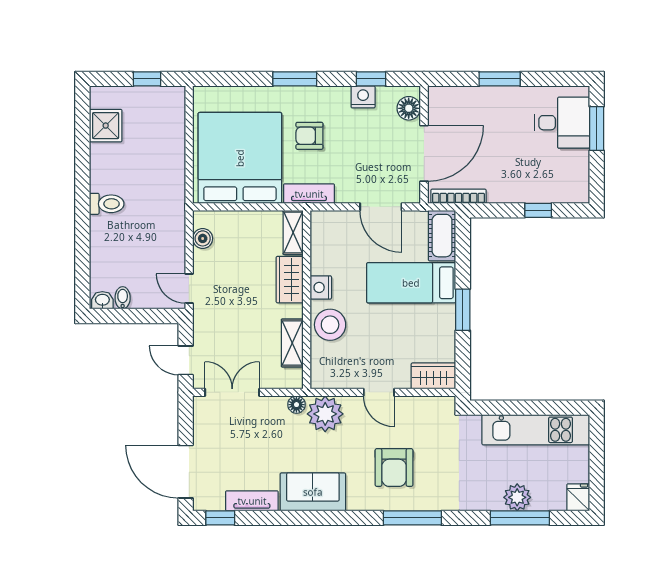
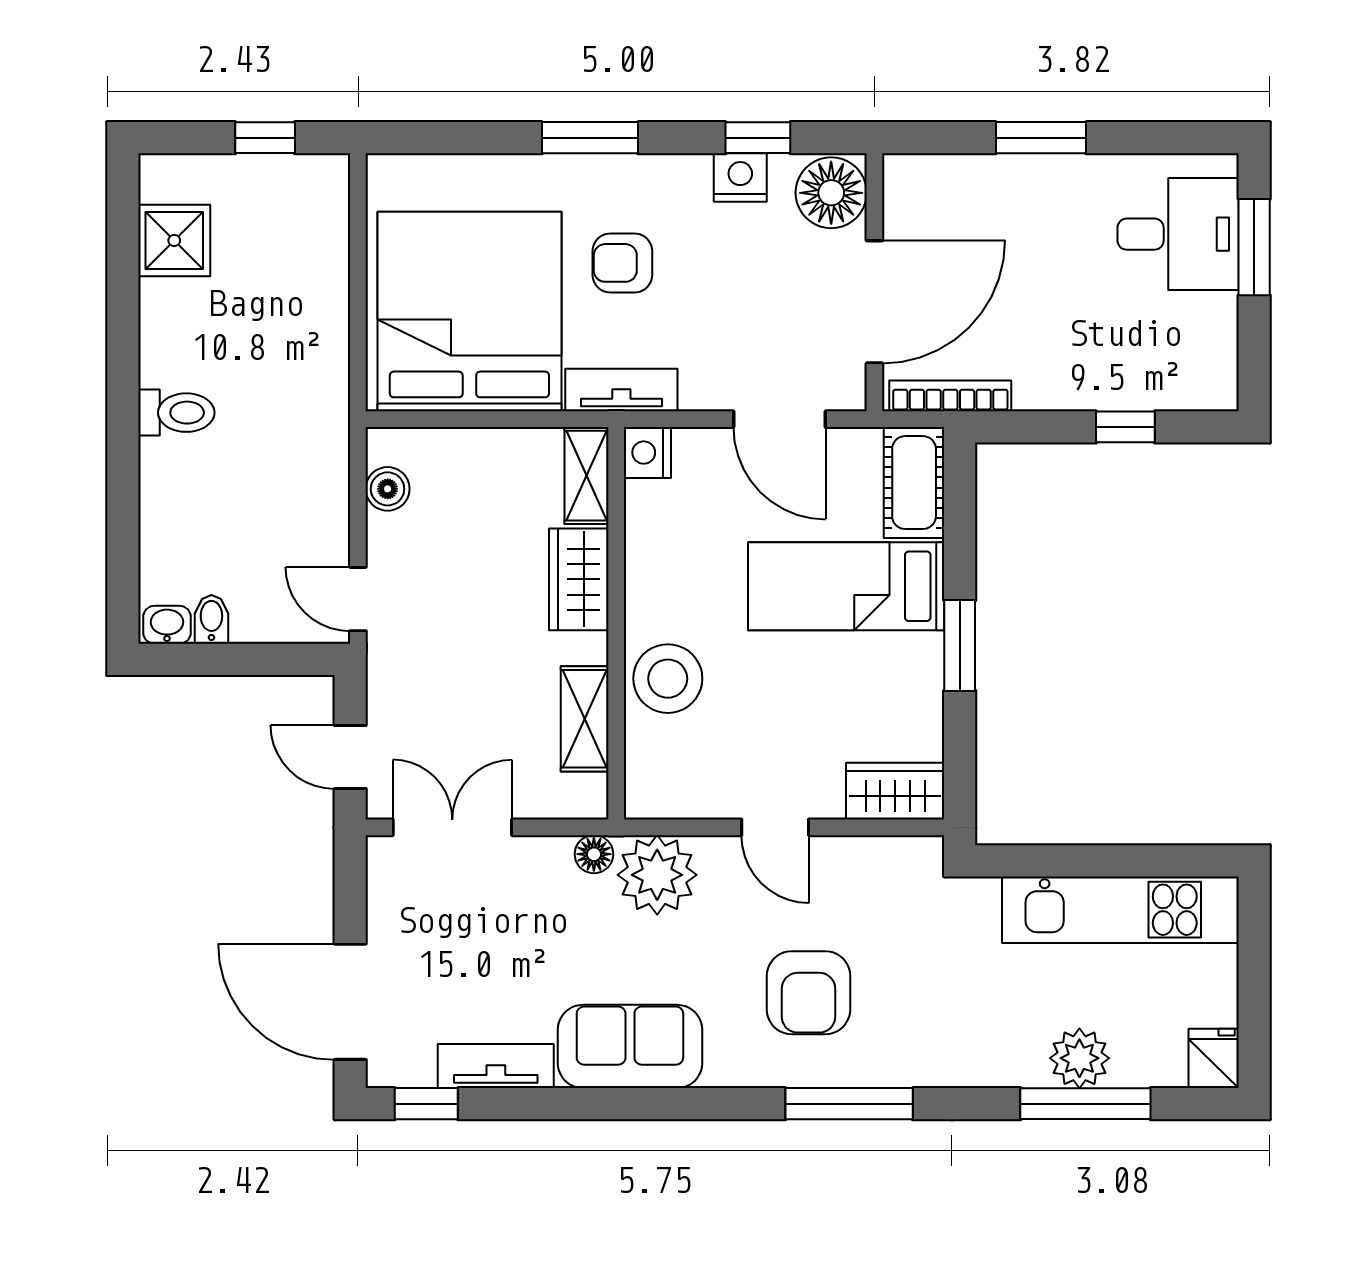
floor lamp: (409, 108) -> (831, 193), width x1.38, depth x1.38
nightstand: (321, 287) -> (647, 453), moved

